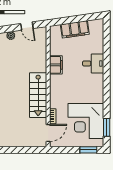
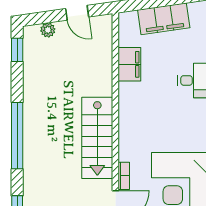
filing cabinet: (56, 65) -> (129, 64), moved

